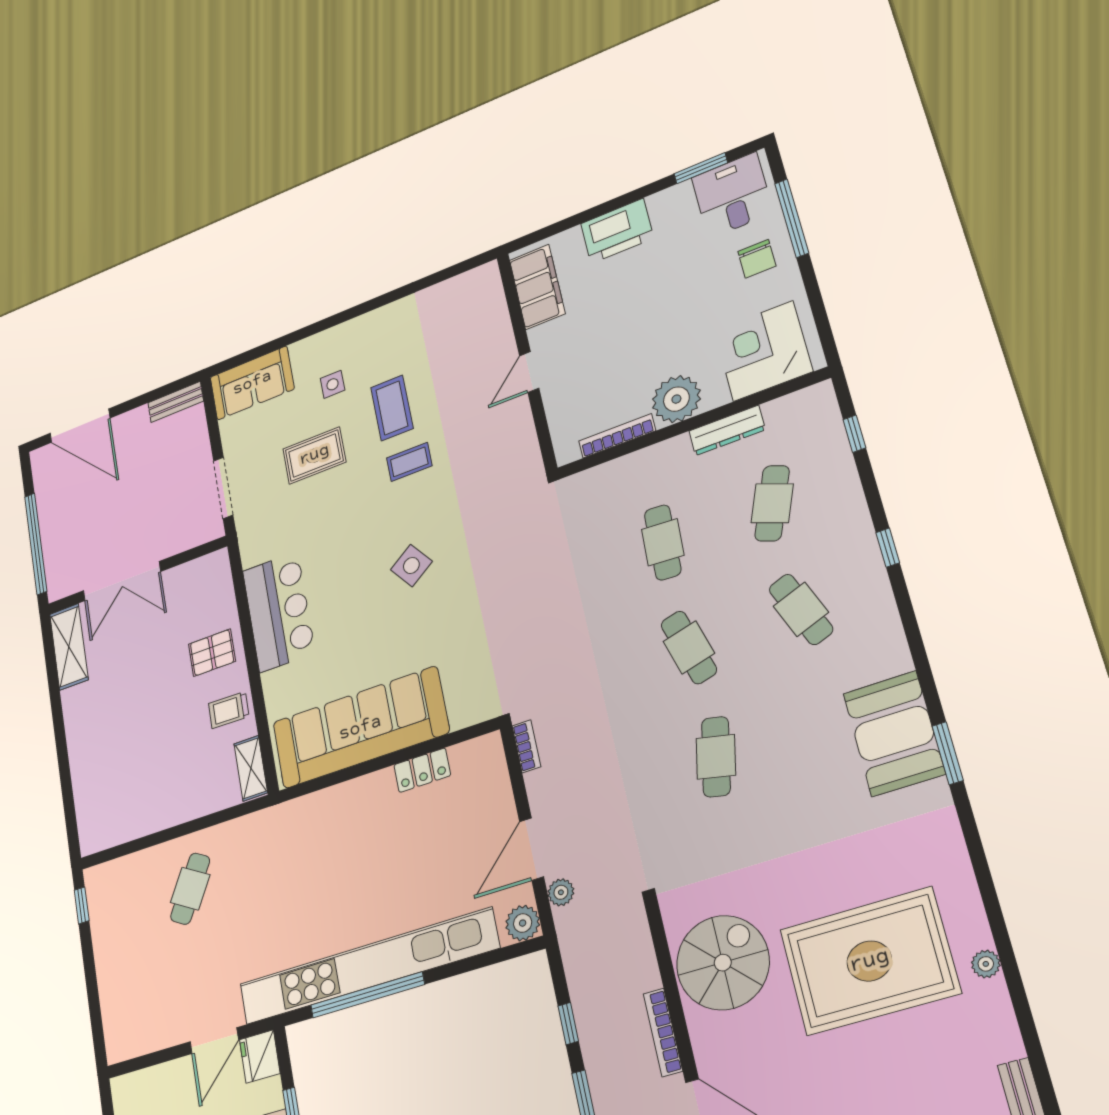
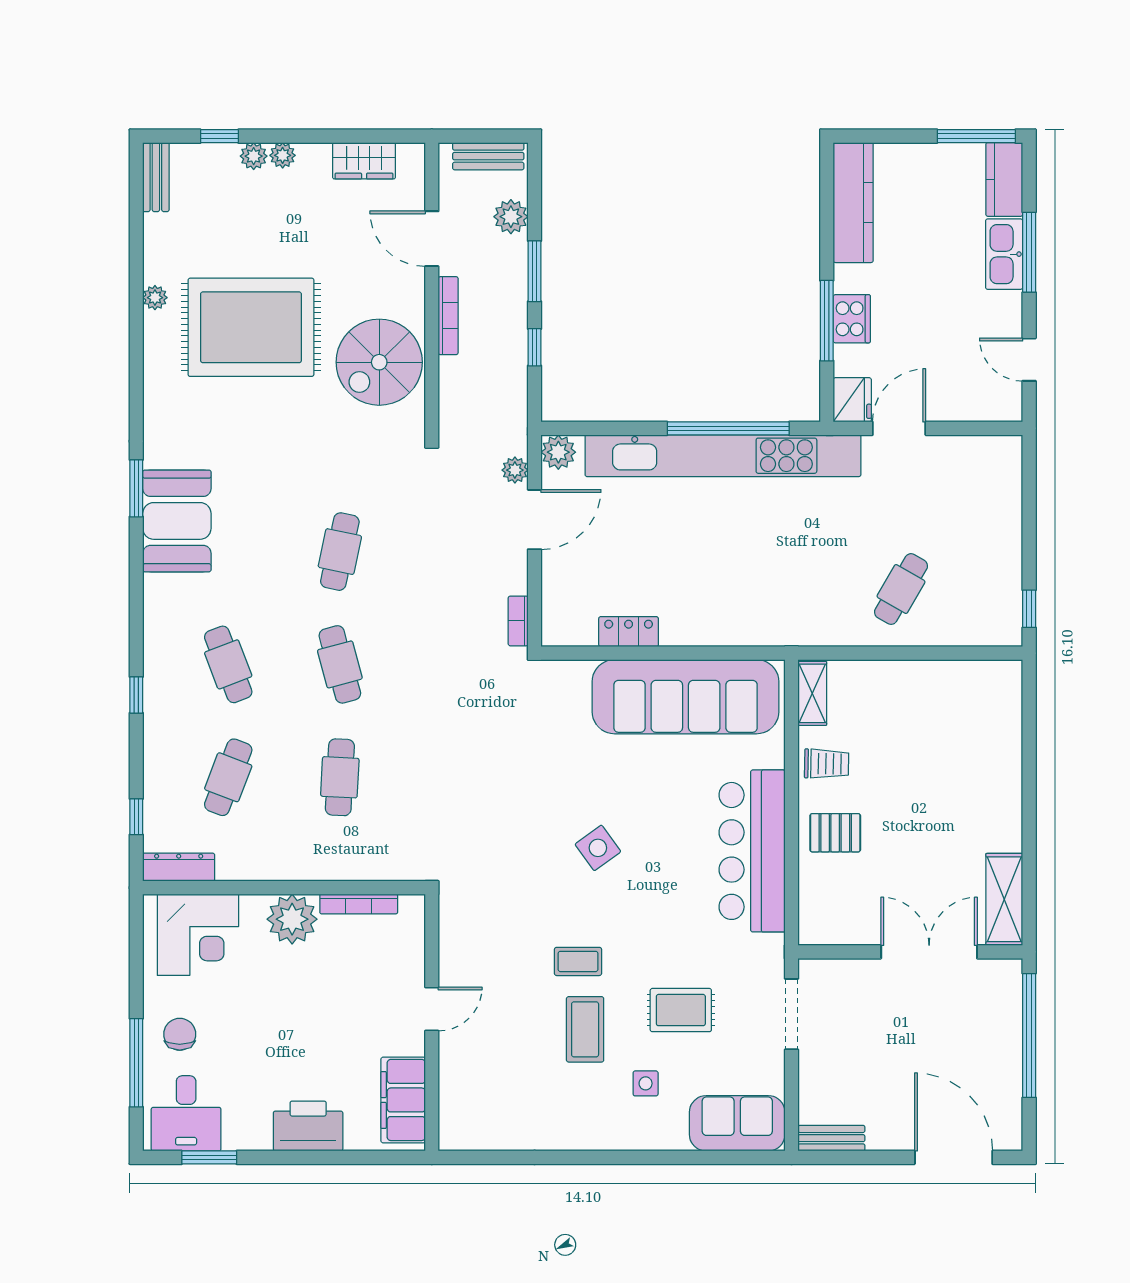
dresser: (727, 430) -> (179, 867), moved
bar counter: (279, 612) -> (752, 851), width x1.36

